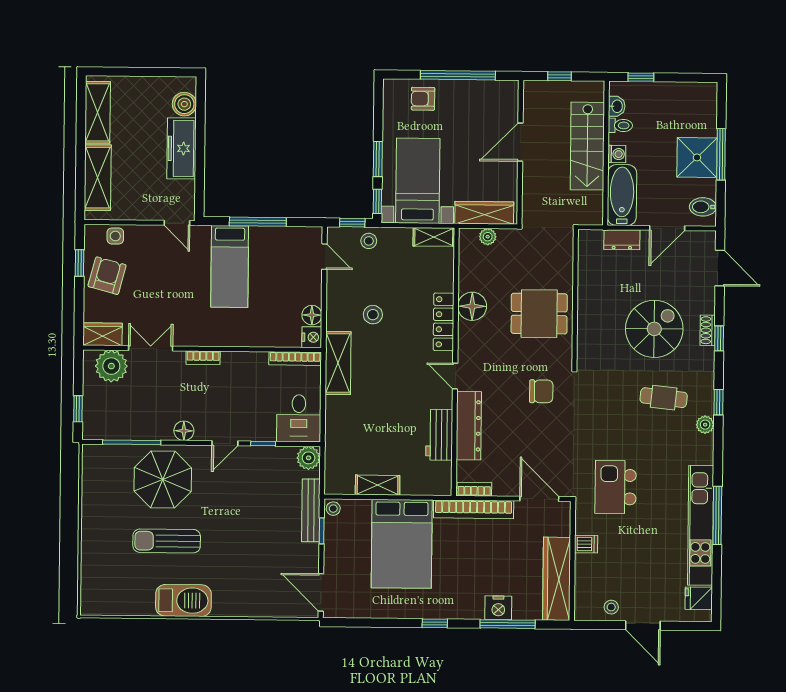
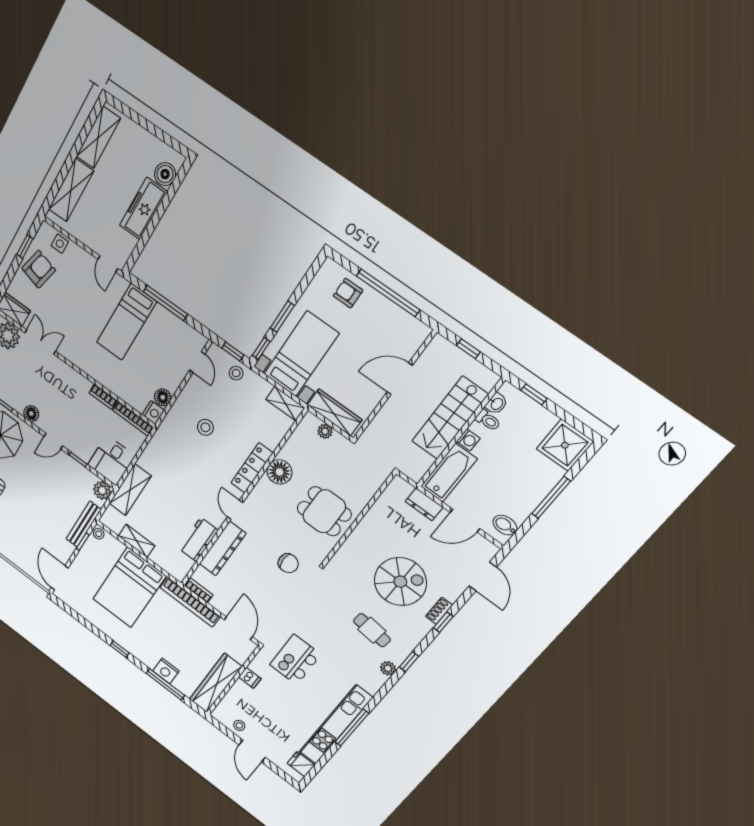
shower: (697, 157) -> (565, 445), moved
bookcase: (203, 358) -> (103, 397), moved
shelving: (338, 363) -> (130, 490), moved

